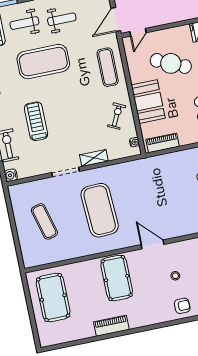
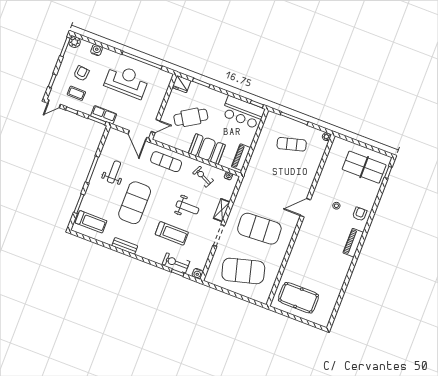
weight bench: (24, 23) -> (187, 207), moved, turned -90
door: (138, 32) -> (156, 126), hinge flipped
cafe table: (171, 63) -> (191, 117), turned 34
treadmill: (36, 121) -> (172, 233), turned 180
exercise mat: (44, 221) -> (243, 271), width x2.00, depth x1.45
pool table: (117, 278) -> (313, 246), removed
piano: (111, 326) -> (353, 243), moved

